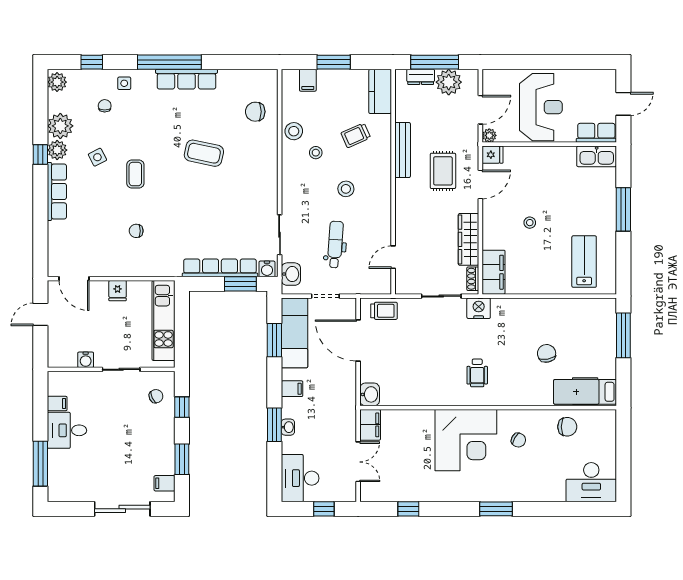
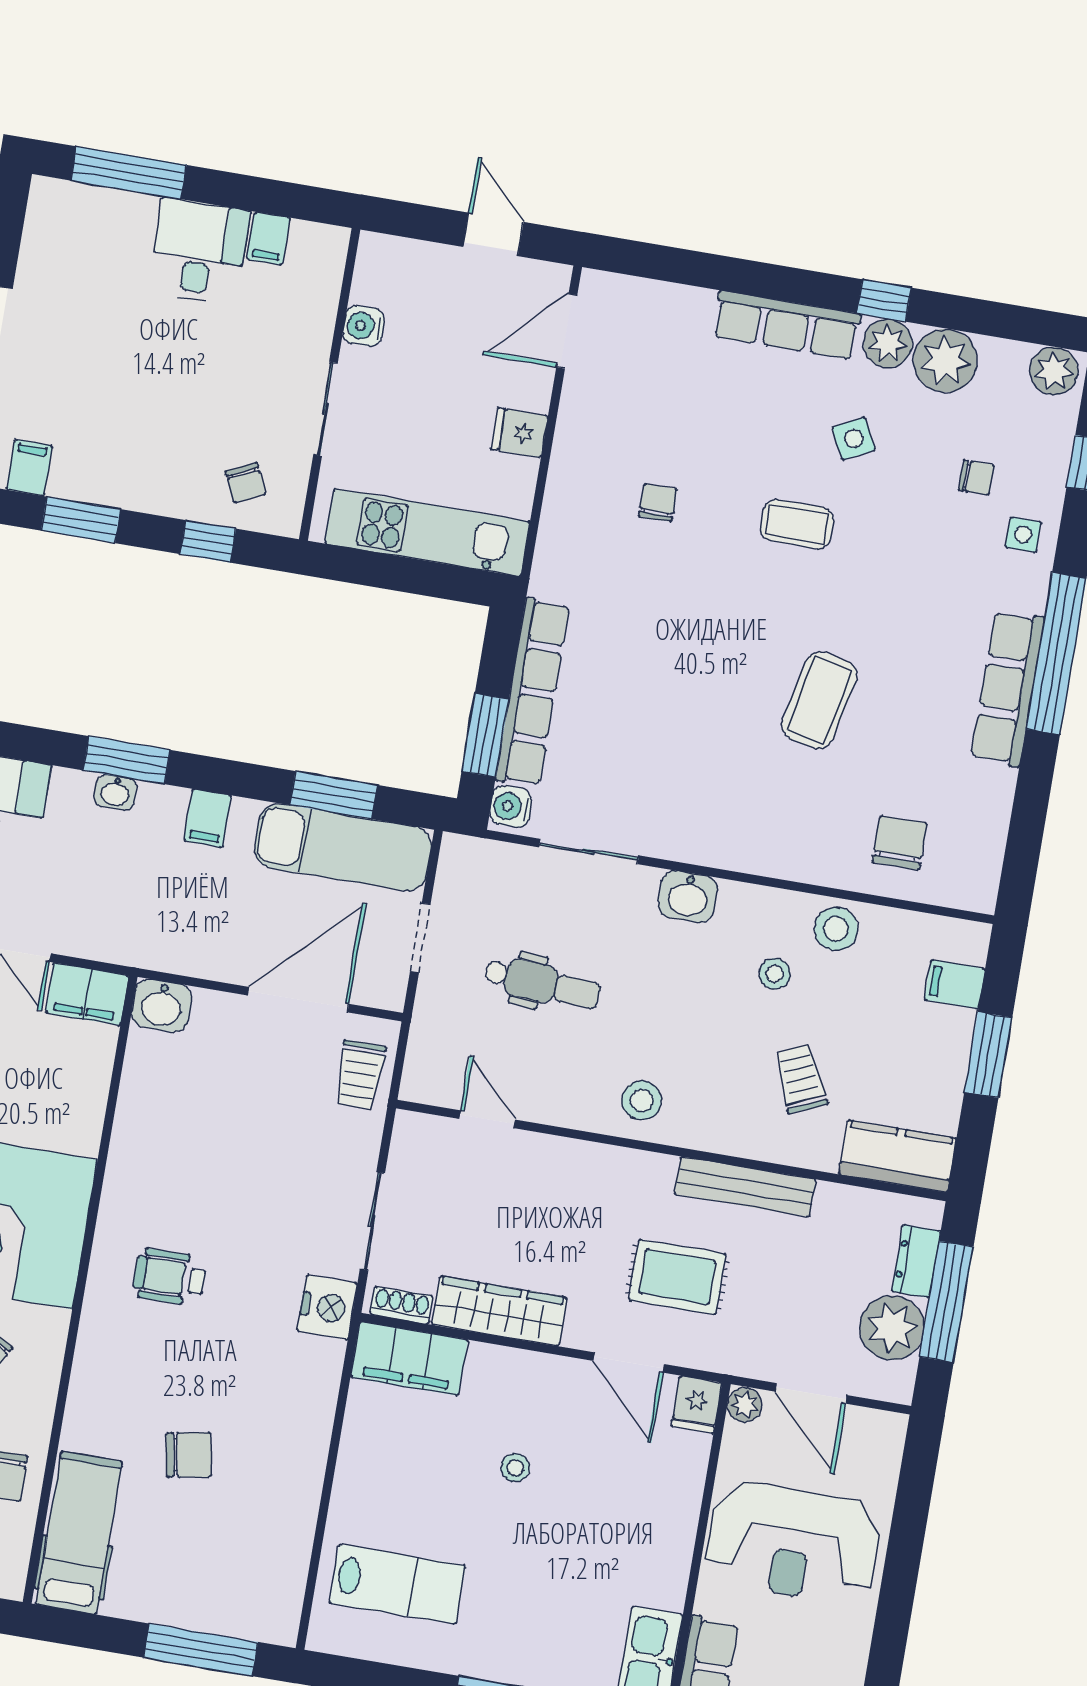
stool: (346, 189) -> (642, 1101), moved
washbasin: (291, 274) -> (688, 897), moved

